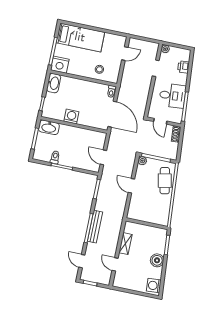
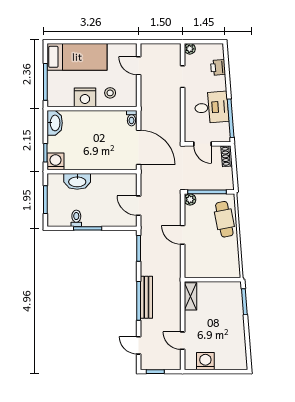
door: (125, 54) -> (139, 66), swing flipped
nightstand: (60, 65) -> (85, 97), moved
washing machine: (71, 116) -> (55, 161), moved
washbasin: (49, 127) -> (77, 181), moved
shelving: (126, 244) -> (190, 296), moved
boiler: (157, 260) -> (236, 324), removed
washing machine: (154, 286) -> (205, 361), moved, turned 94

